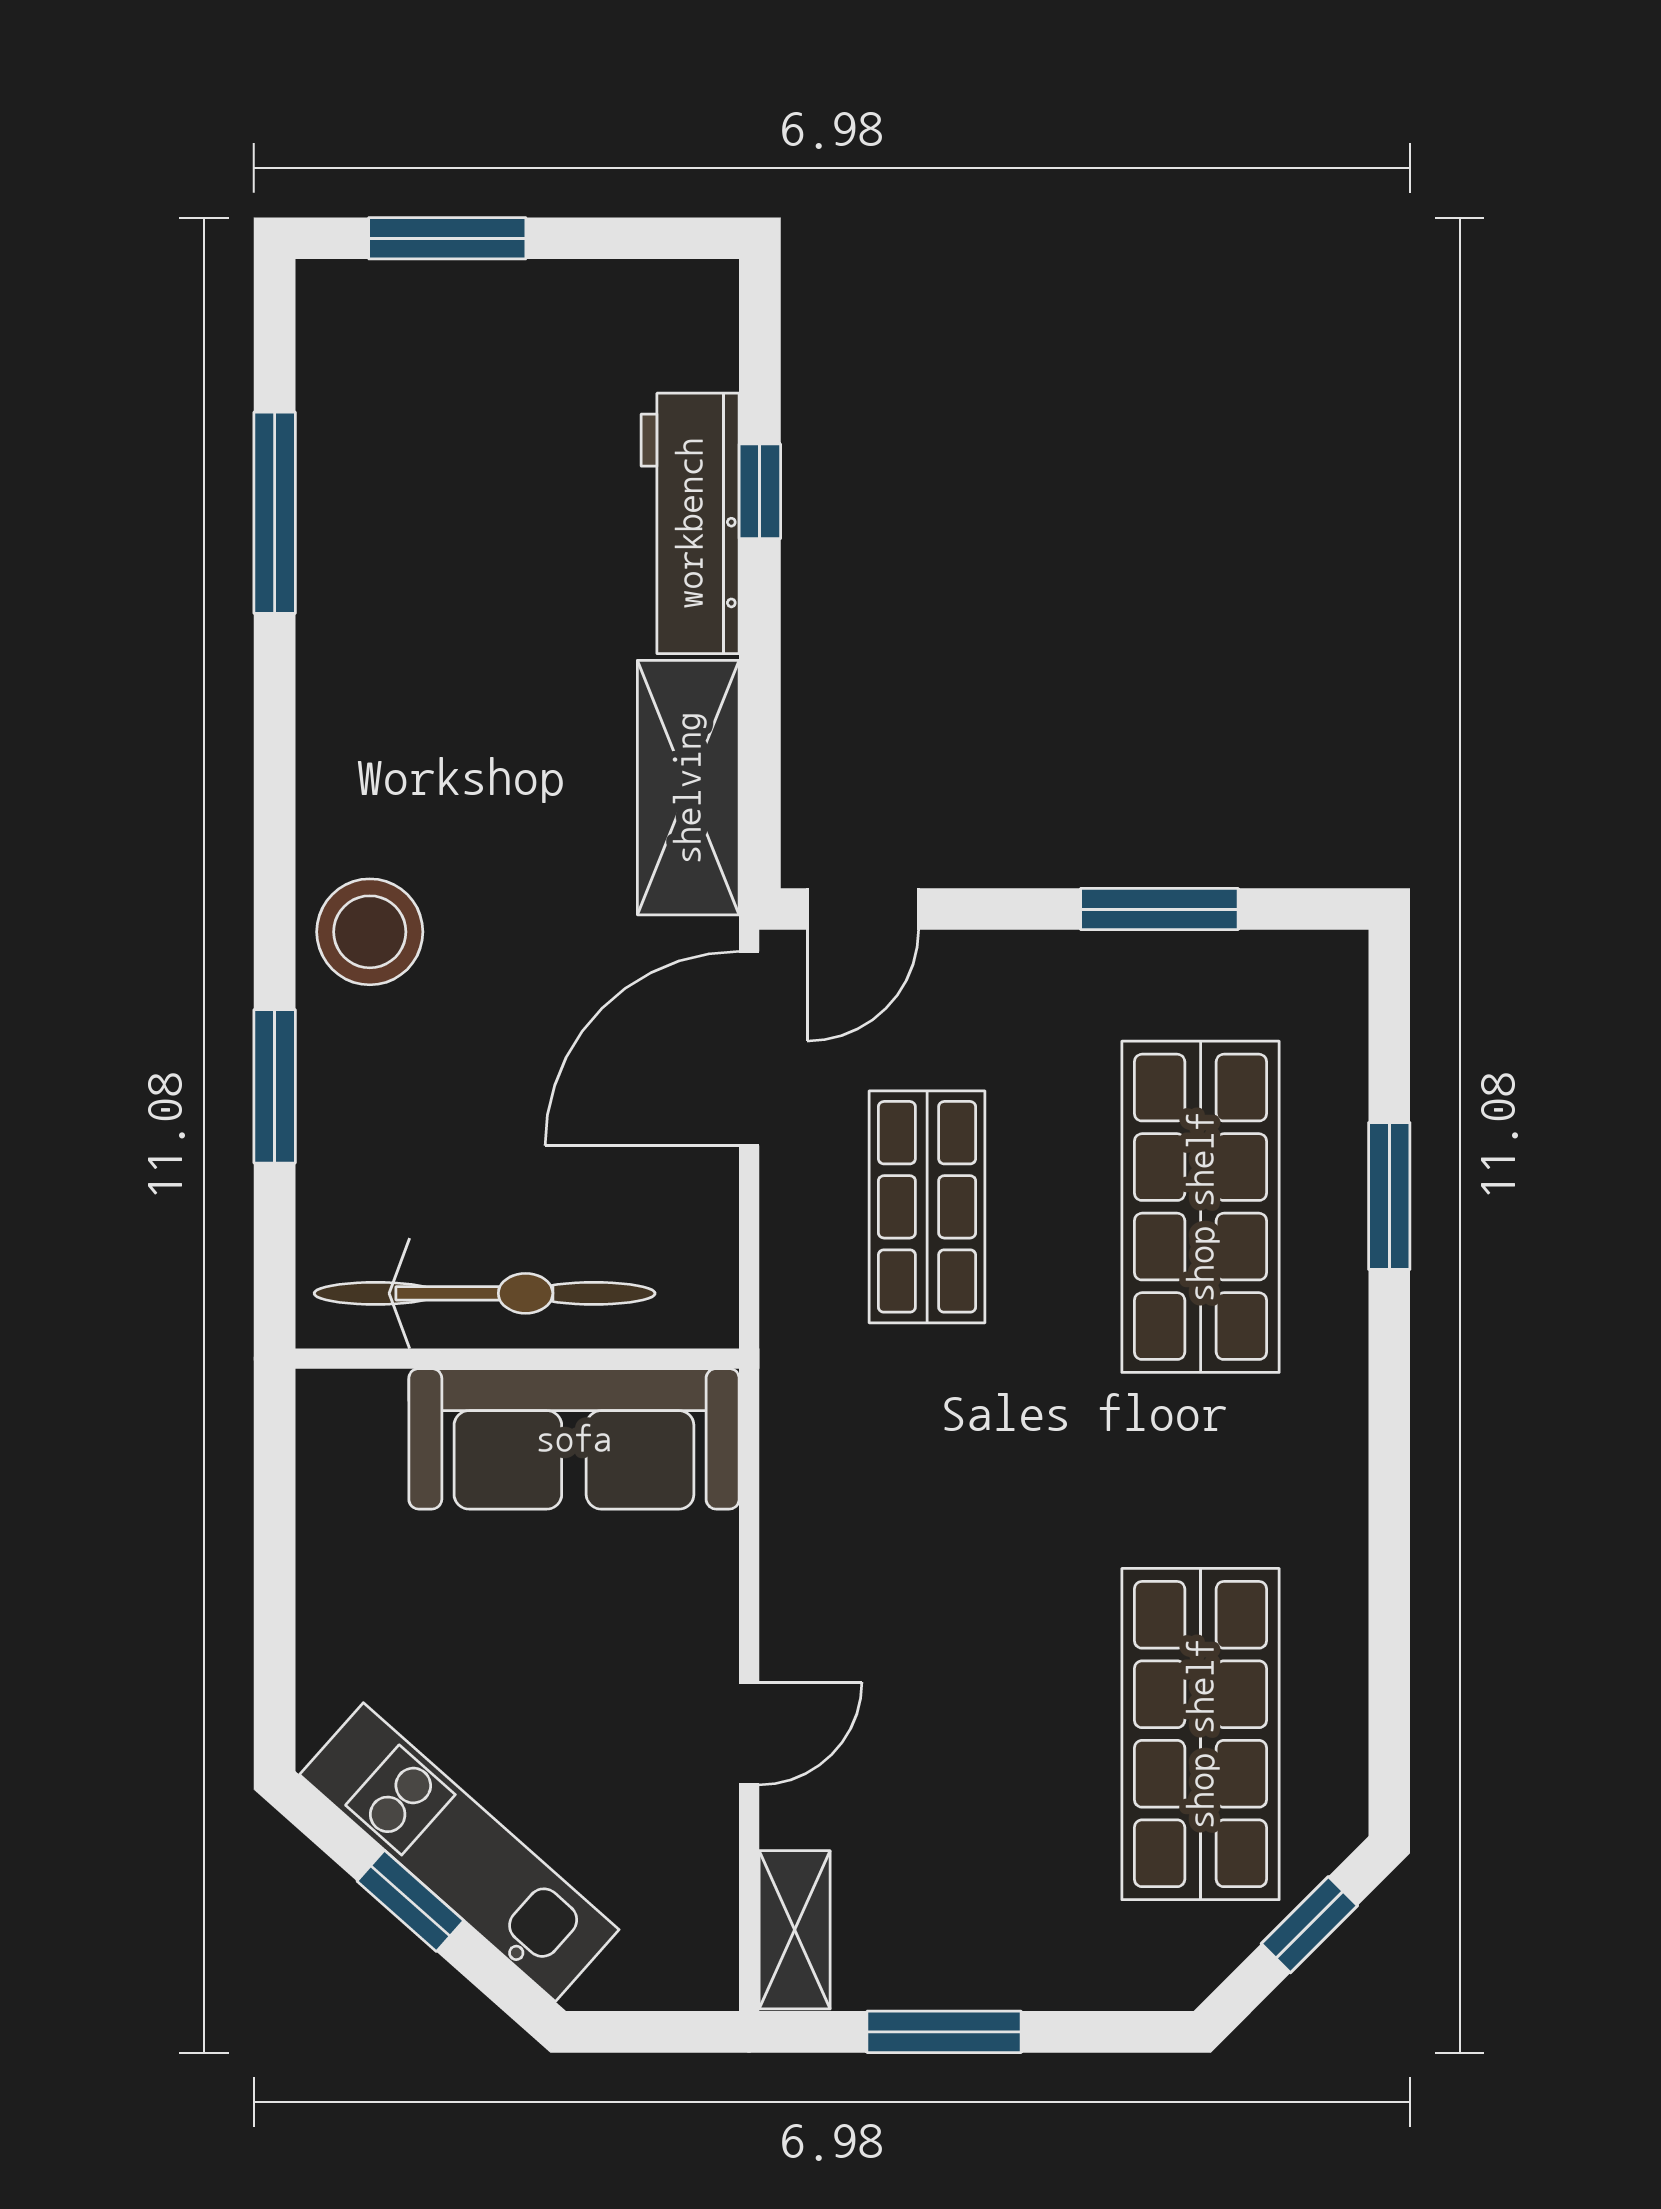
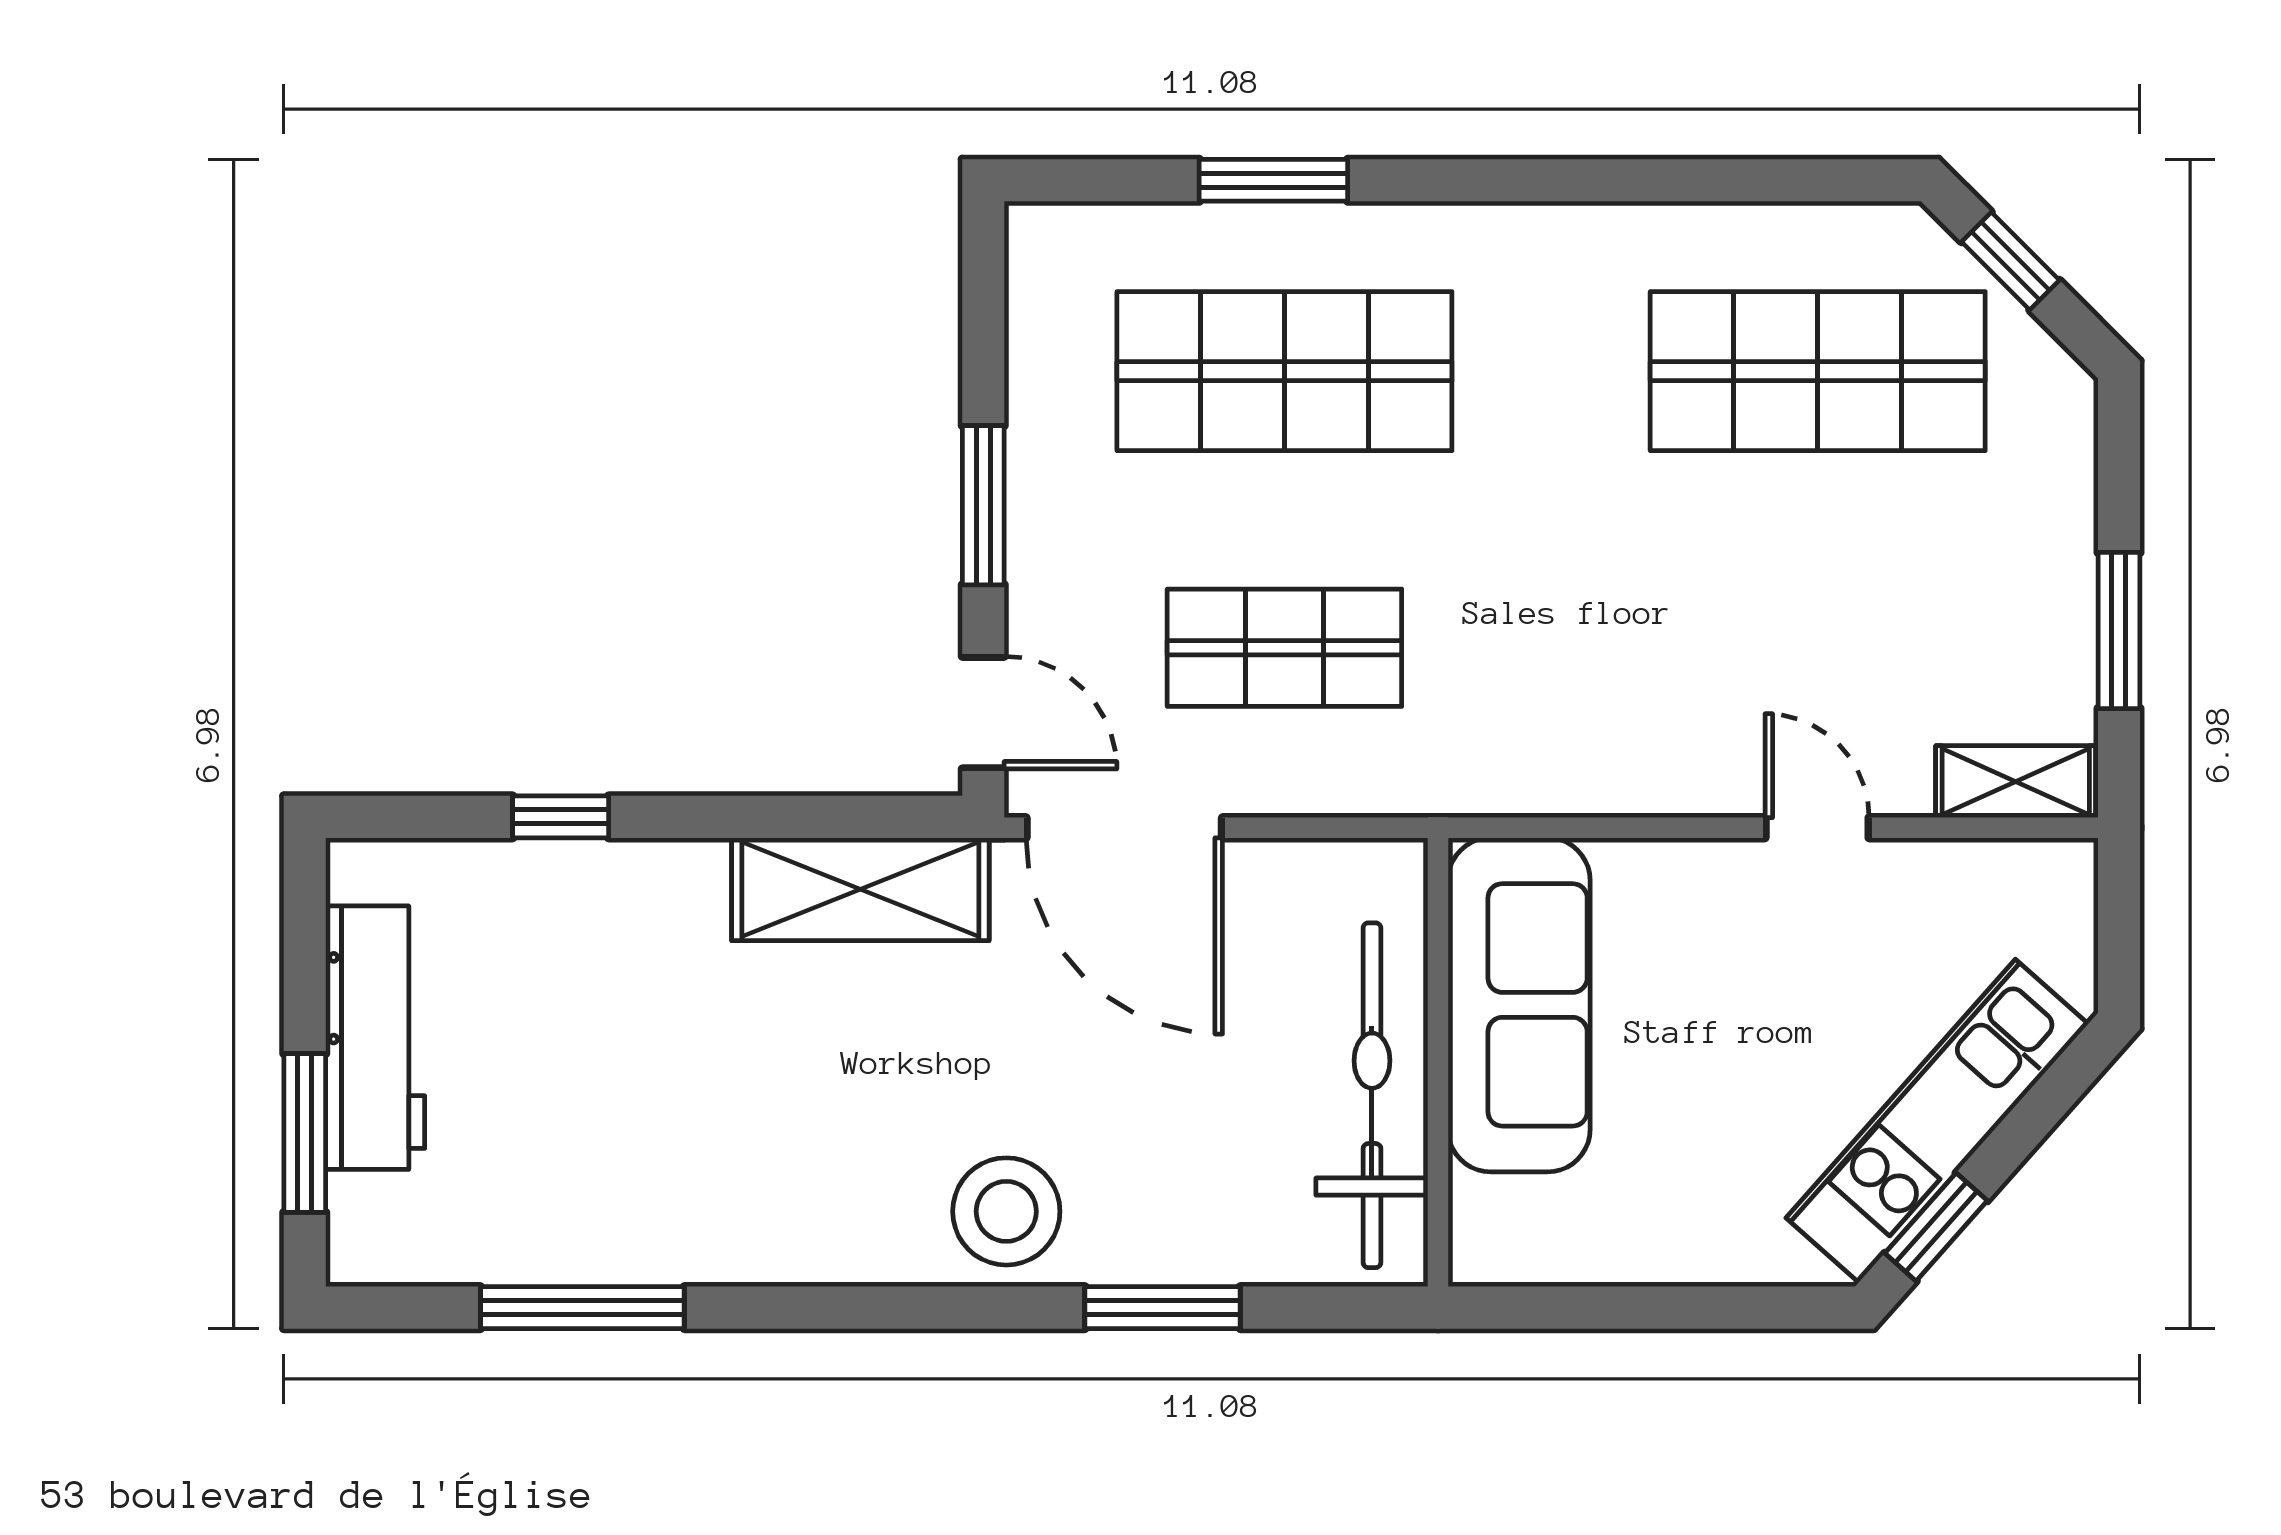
workbench: (690, 523) -> (375, 1038), moved, turned -90
window: (1159, 909) -> (983, 505), moved
window: (410, 1901) -> (1936, 1227), moved

